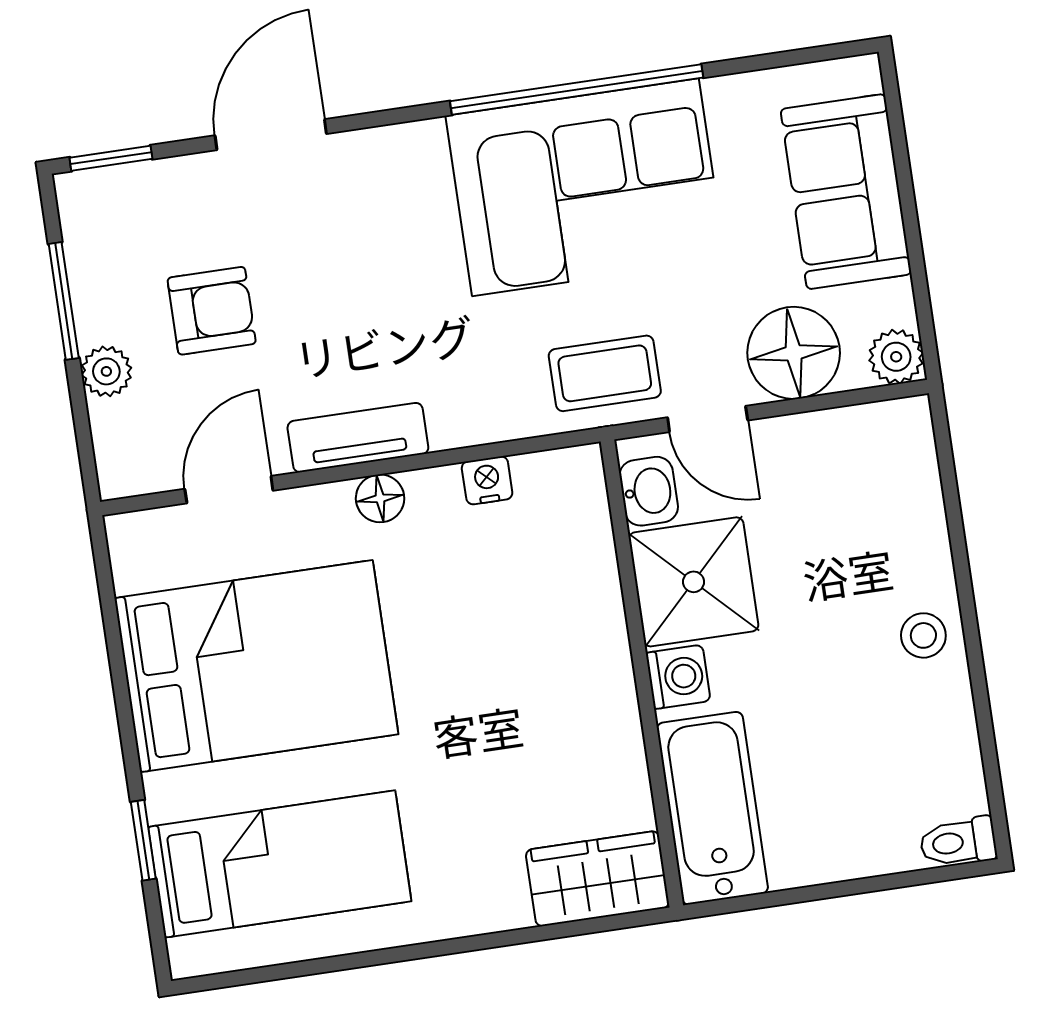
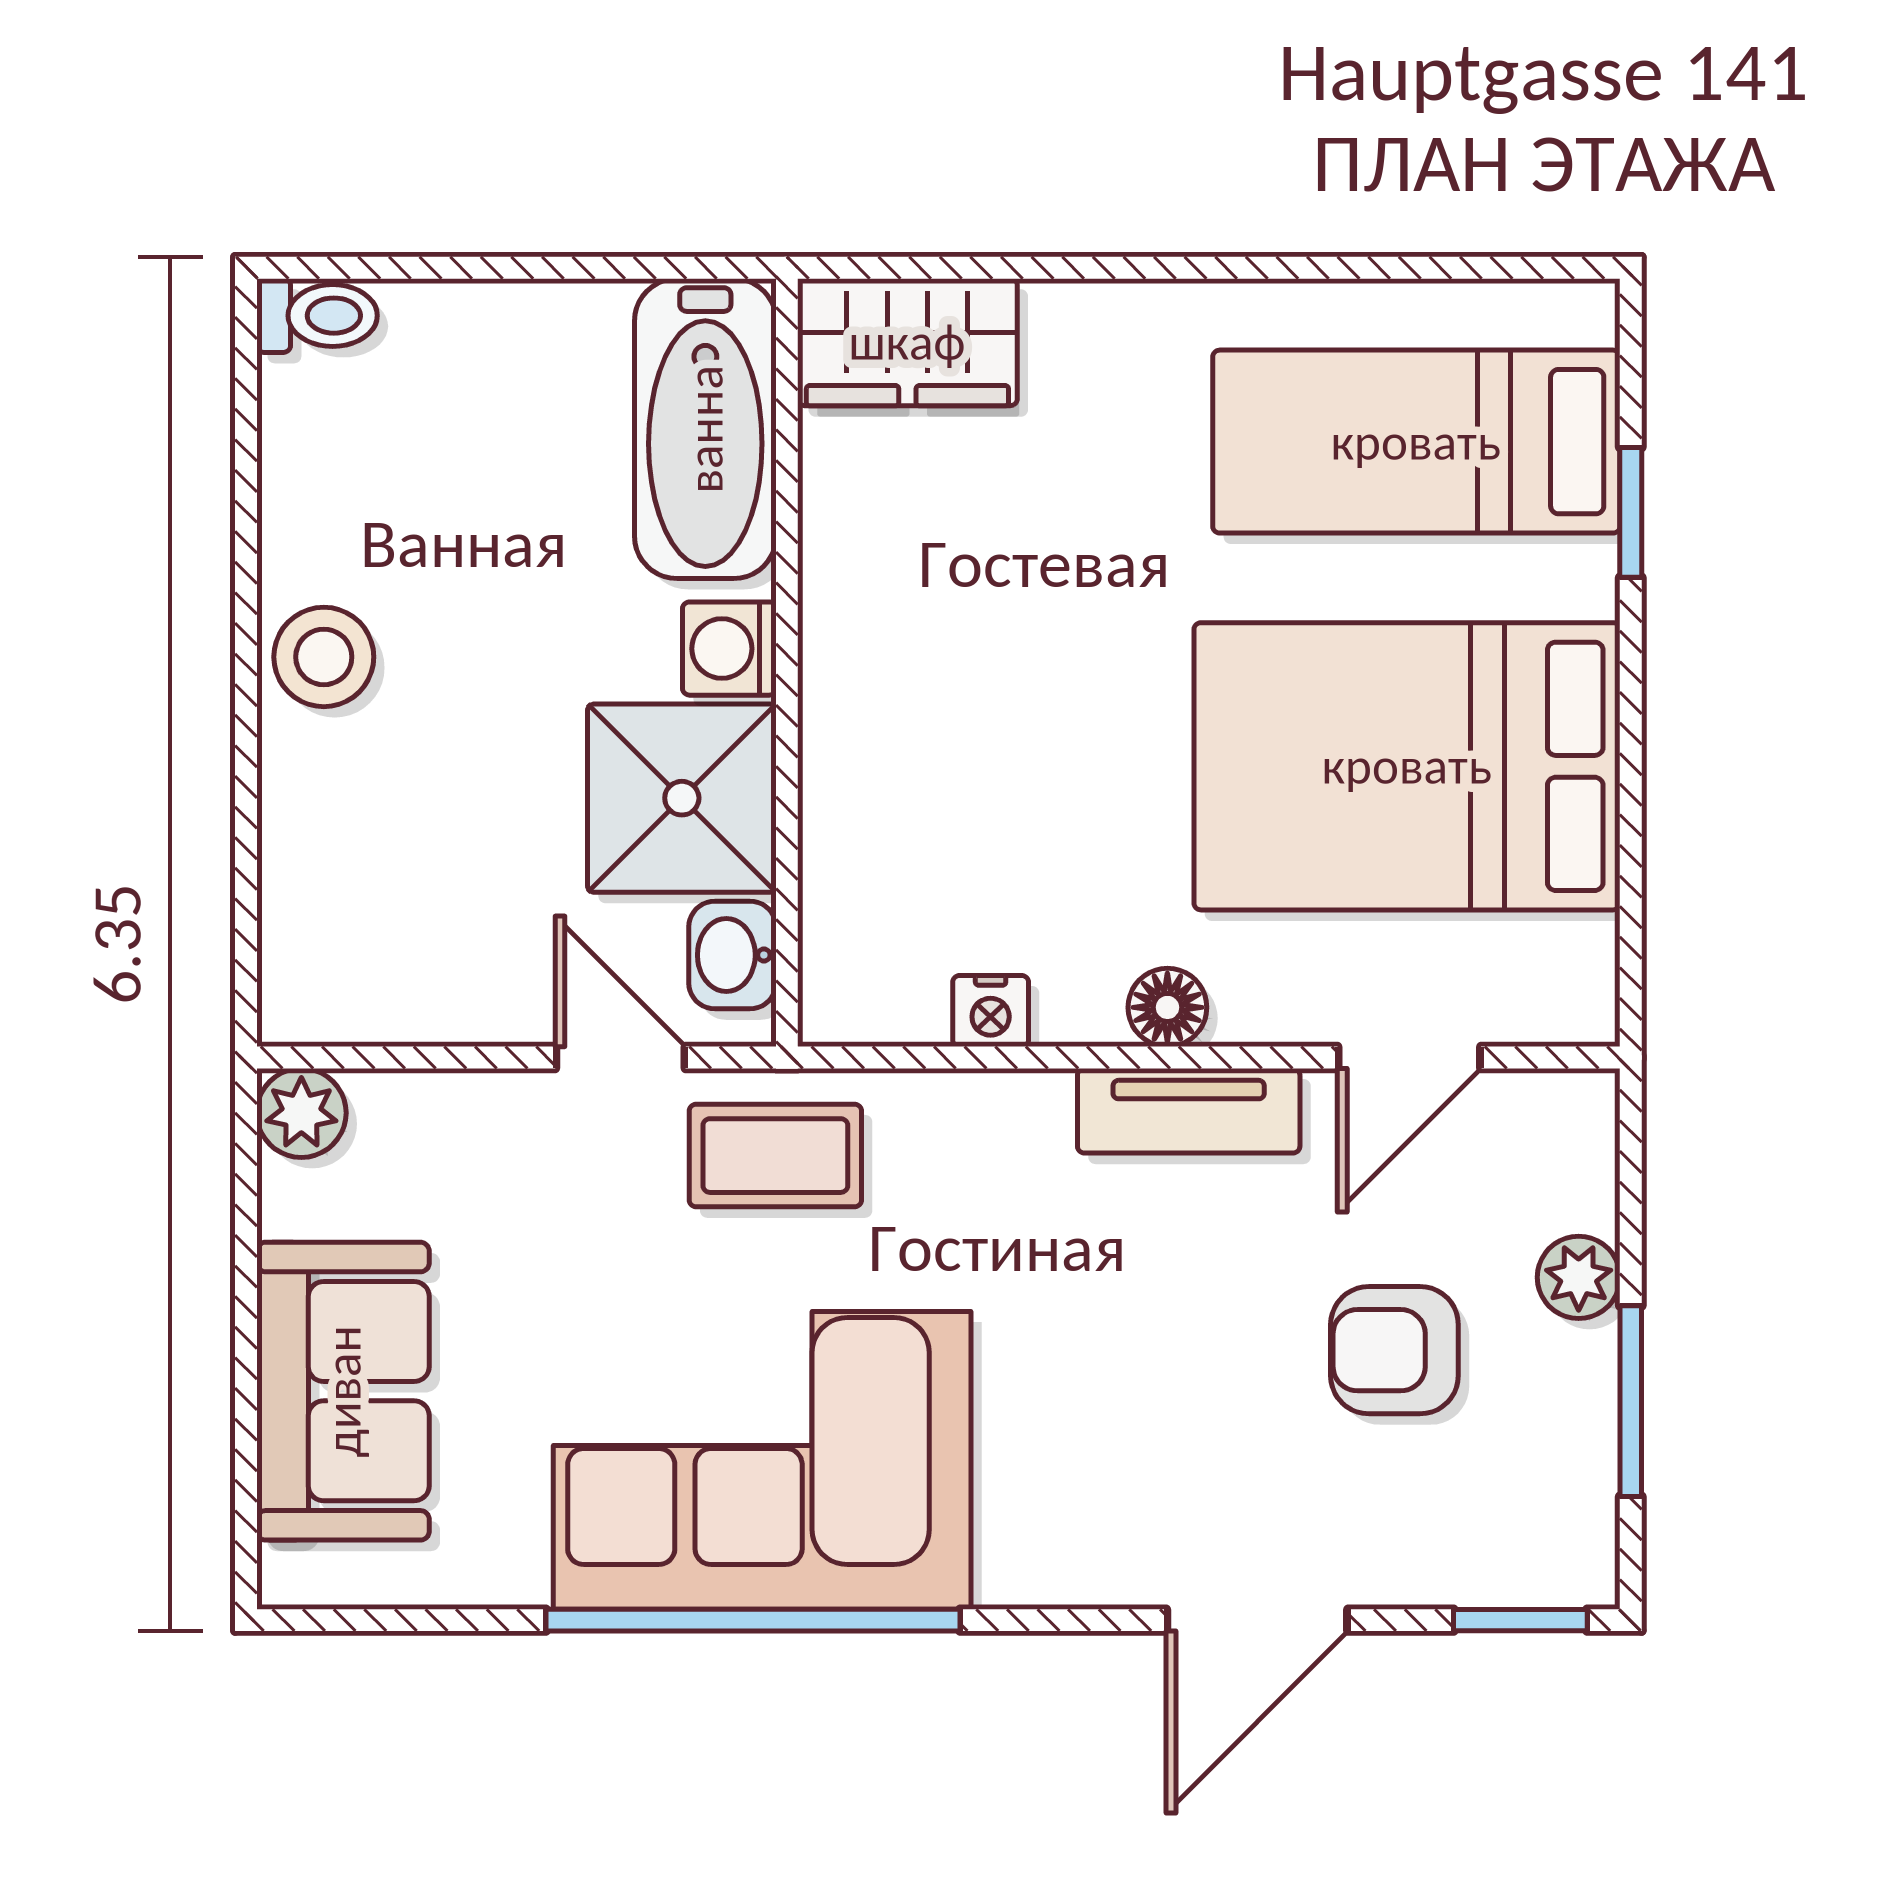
floor lamp: (794, 353) -> (466, 1144), removed
stool: (923, 635) -> (324, 657), width x1.37, depth x1.37

